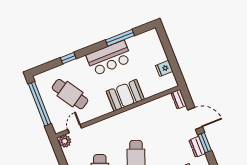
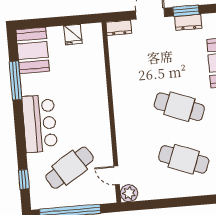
window: (68, 58) -> (24, 179), moved
bar counter: (109, 58) -> (40, 123), moved
booth: (125, 95) -> (33, 50), moved

